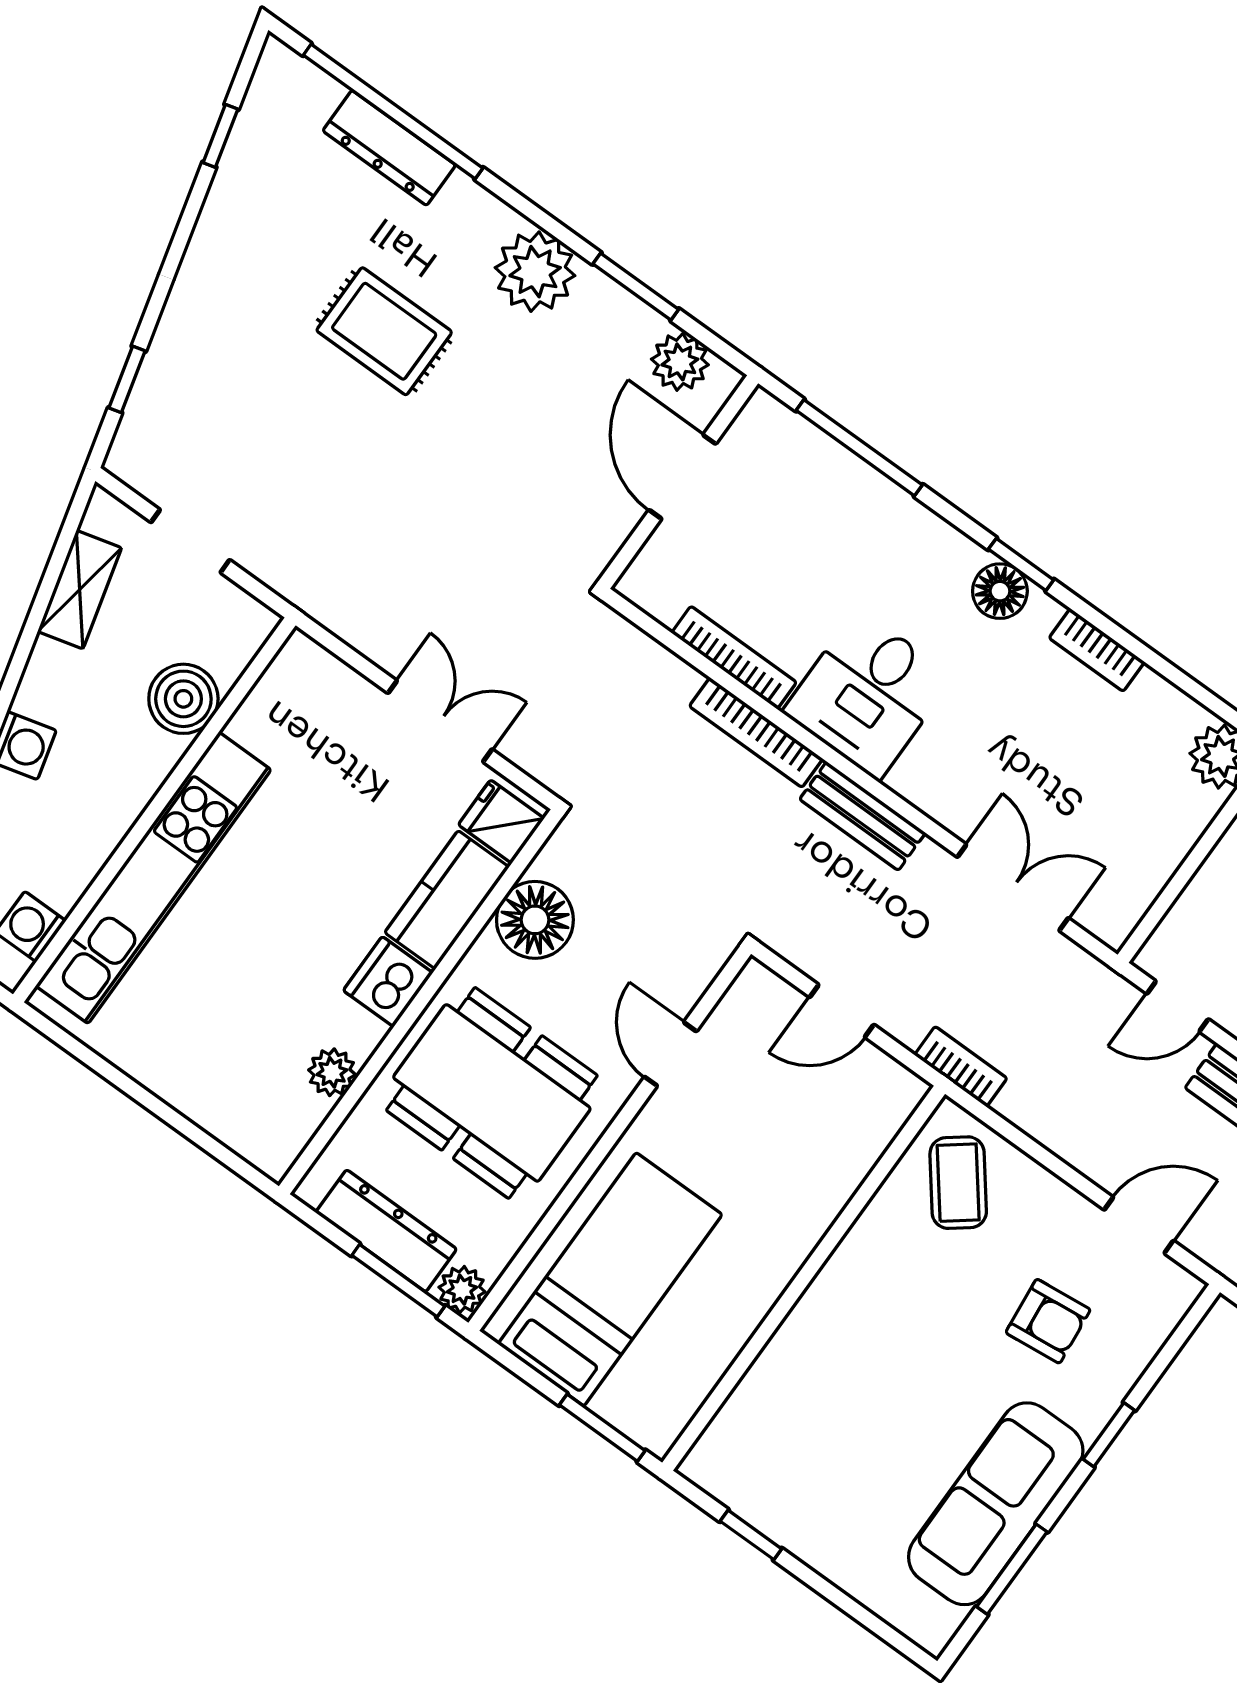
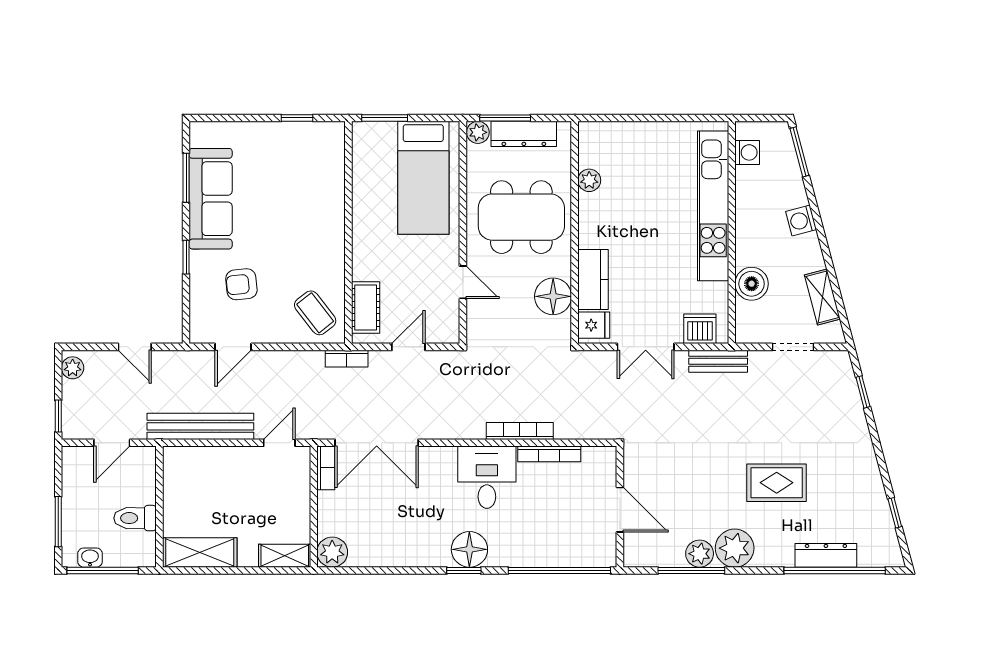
window: (636, 287) -> (691, 571), width x1.44
plant: (680, 362) -> (700, 554), moved
window: (859, 448) -> (559, 571), width x1.46
floor lamp: (1000, 591) -> (469, 549), width x1.38, depth x1.38
bookcase: (1097, 650) -> (326, 468), moved, turned 90
bench: (862, 816) -> (718, 361), moved
double door: (1013, 888) -> (377, 443), width x1.37
dishwasher: (388, 982) -> (700, 329), moved, turned -90
cot: (866, 1130) -> (366, 308), added

